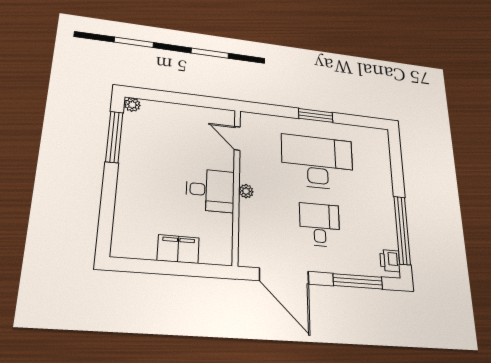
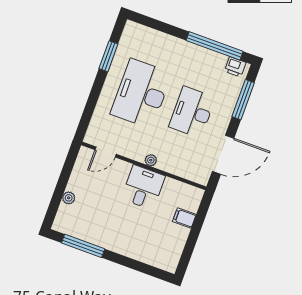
plant: (132, 105) -> (69, 198), moved
window: (316, 115) -> (108, 56), moved
desk: (320, 225) -> (192, 112), width x1.37
filing cabinet: (178, 249) -> (184, 218), width x0.50

